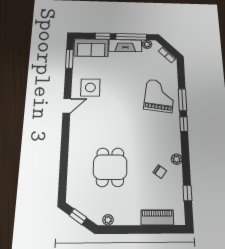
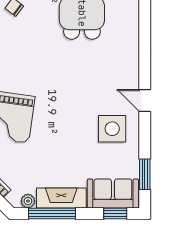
window: (103, 36) -> (115, 214), moved
door: (67, 106) -> (145, 100), hinge flipped

